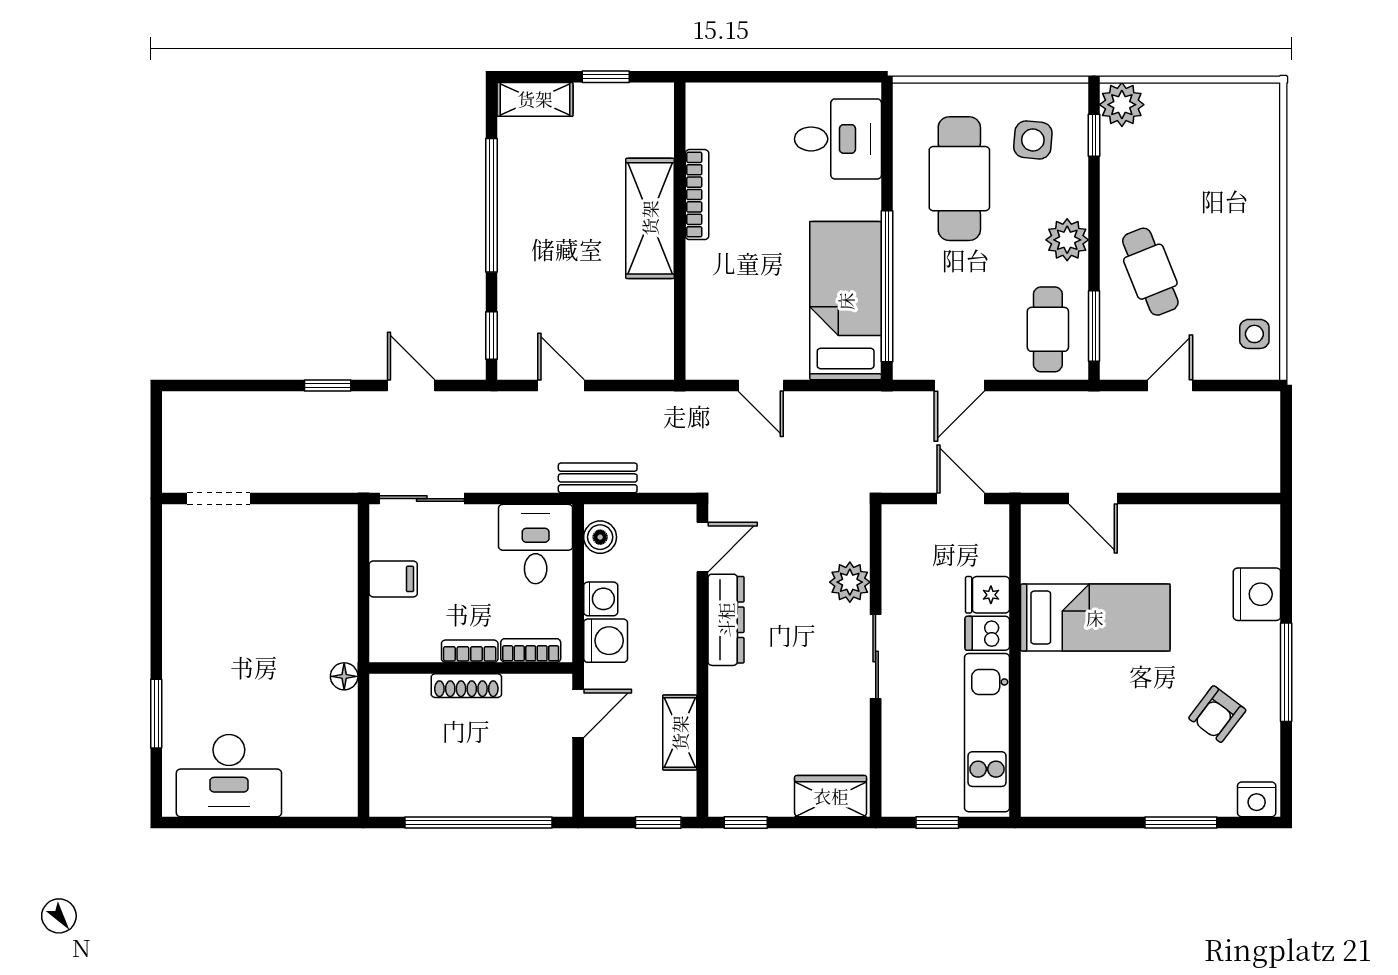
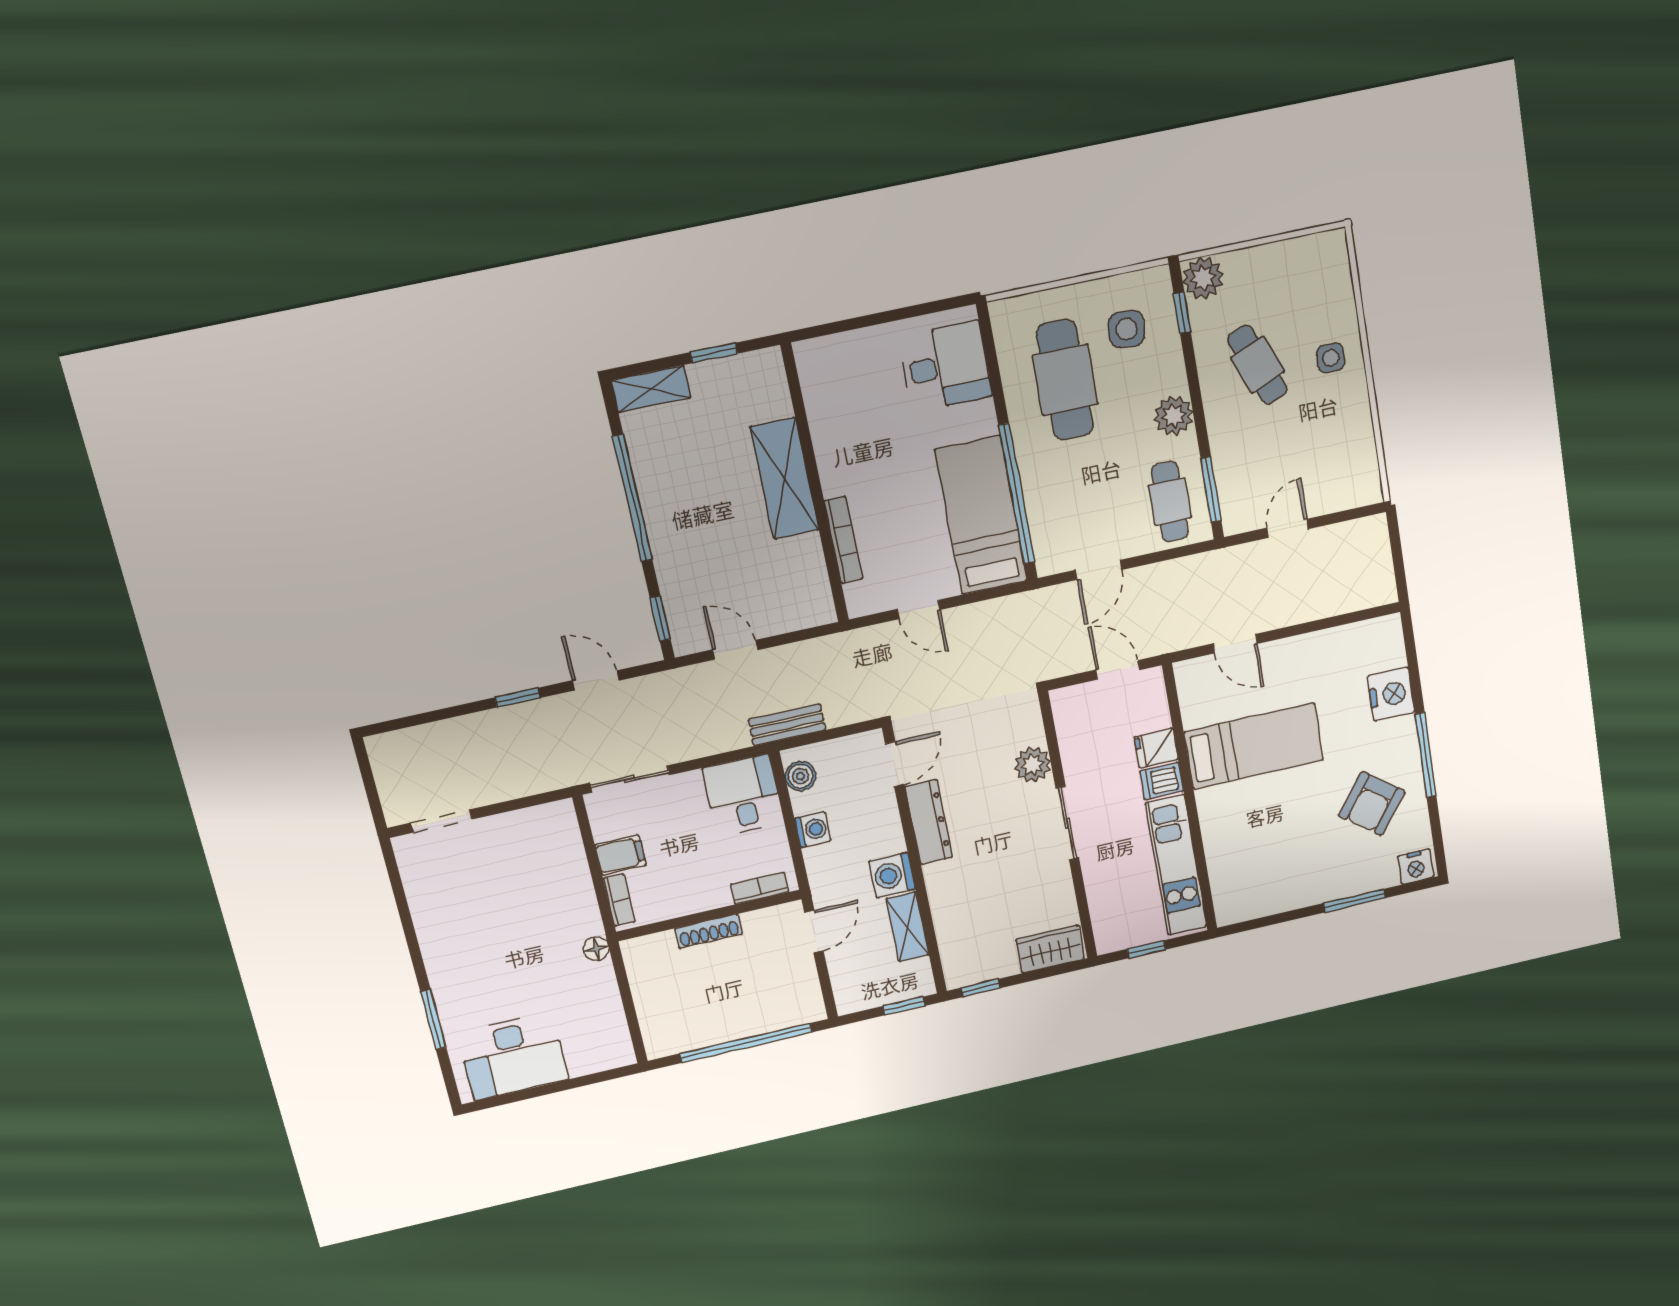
bookcase: (697, 195) -> (843, 540), moved
cafe table: (1150, 272) -> (1257, 365), moved
side table: (1254, 334) -> (1331, 358), moved
washing machine: (606, 641) -> (892, 875), moved, turned 180
bookcase: (470, 651) -> (619, 900), moved, turned 90
armchair: (1217, 714) -> (1372, 804), width x1.38, depth x1.38

